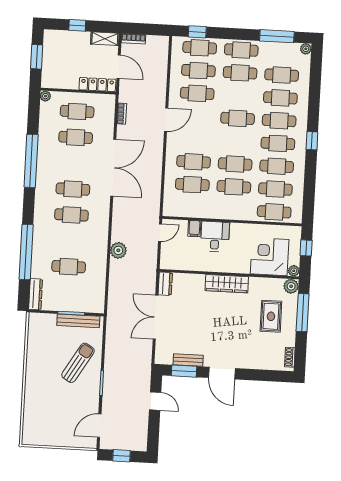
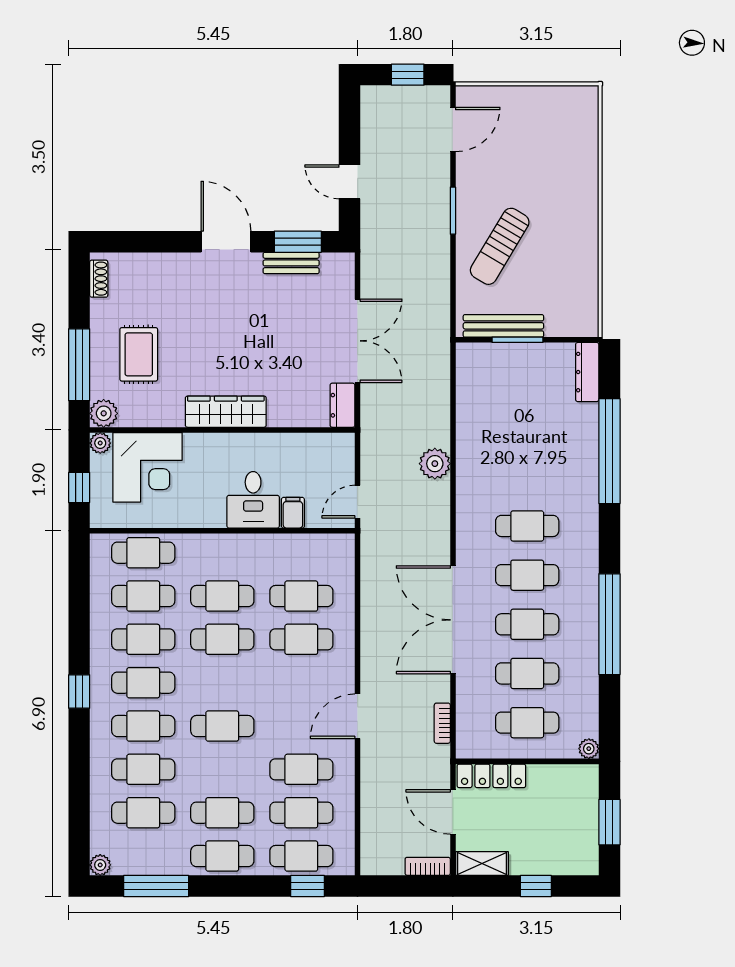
cafe table: (69, 267) -> (527, 624), moved

